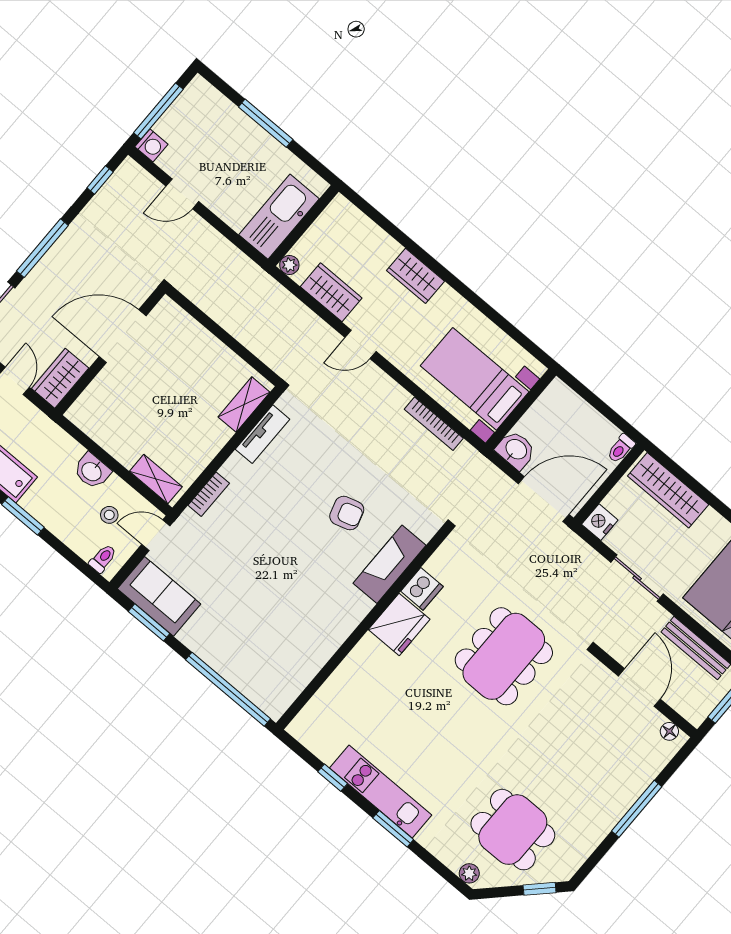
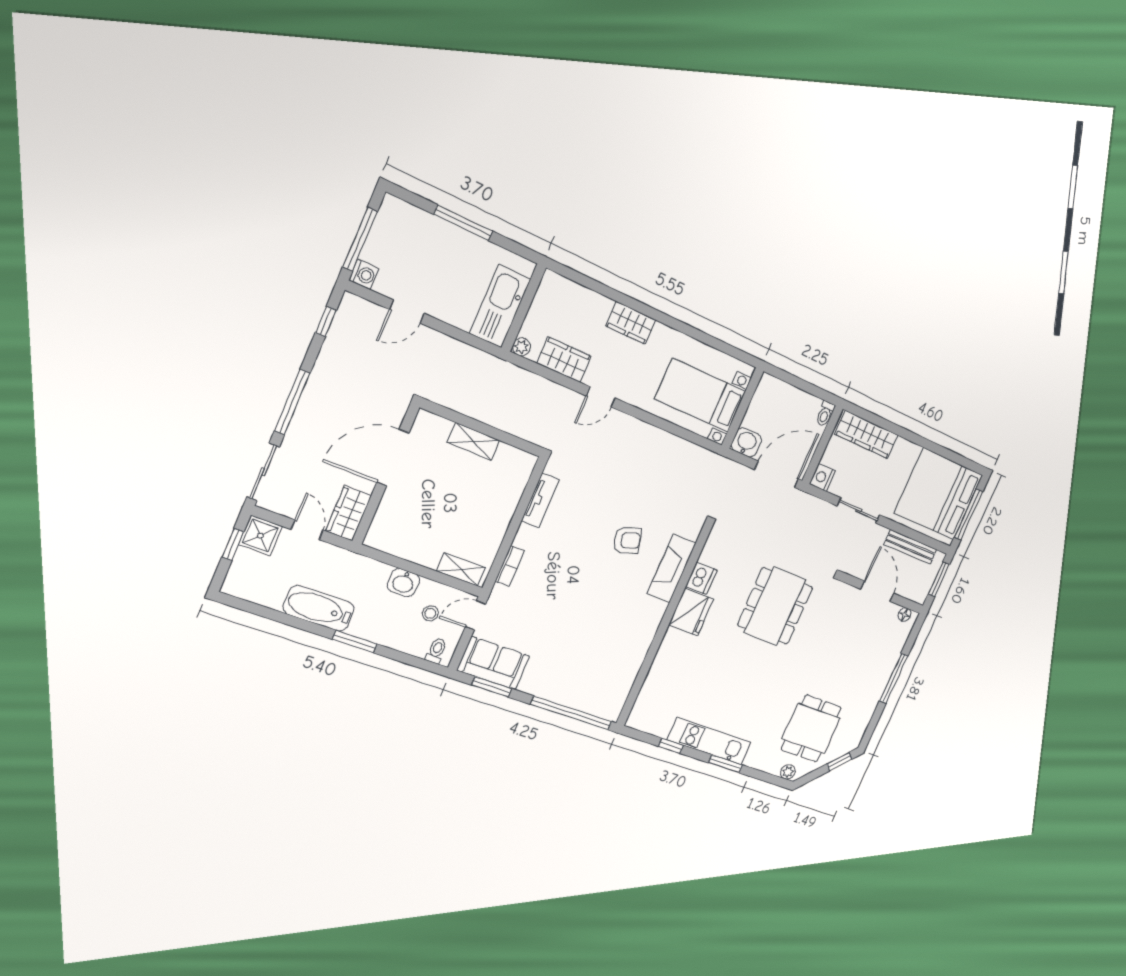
shelving: (244, 405) -> (473, 441), moved, turned 90
bookcase: (434, 424) -> (677, 443), removed
dining table: (513, 830) -> (811, 729), turned 90

